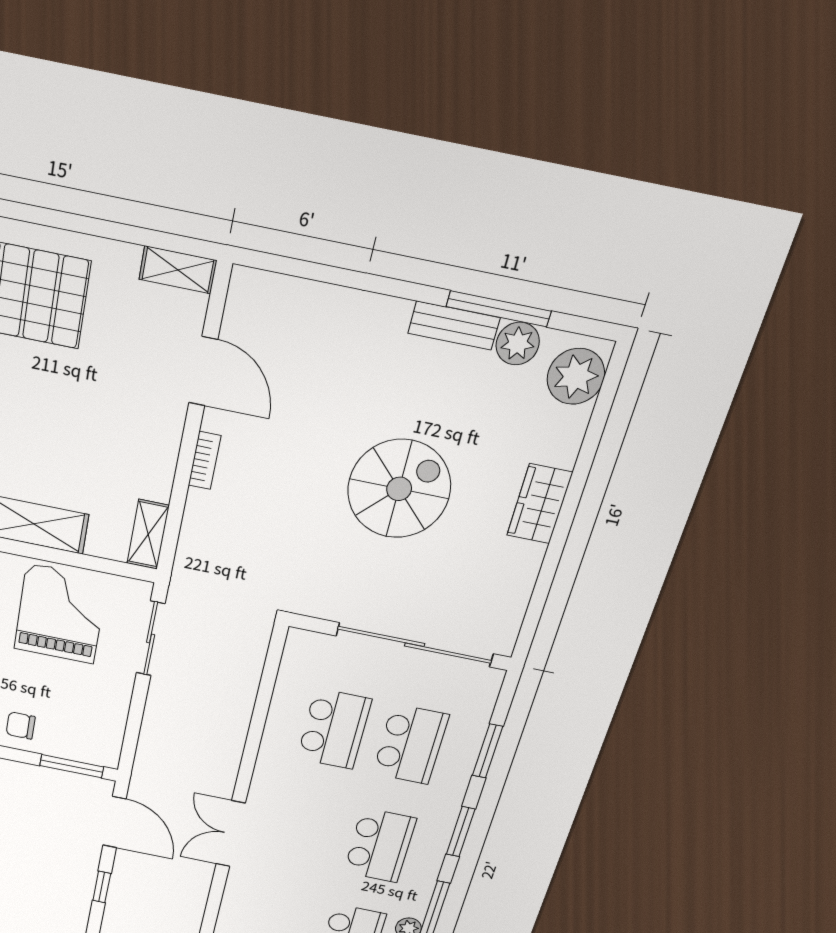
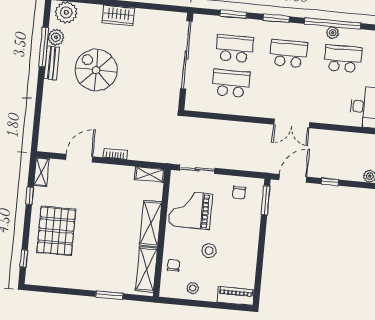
window: (119, 232) -> (30, 196), added
spiral stairs: (399, 489) -> (96, 70), moved
chair: (21, 725) -> (239, 193), moved

